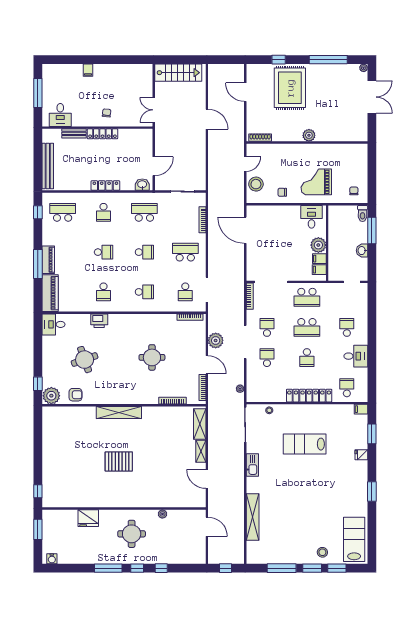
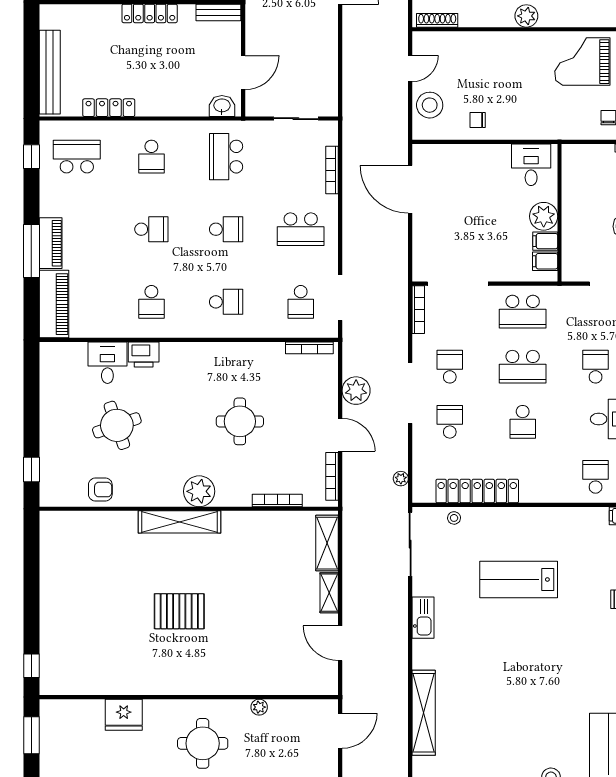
bench: (74, 133) -> (218, 12), moved
grand piano: (316, 182) -> (582, 62), moved
locker: (105, 186) -> (109, 108), moved
school desk: (144, 212) -> (226, 157), turned -90
school desk: (185, 252) -> (301, 229), turned 180
desk: (53, 324) -> (107, 363), moved, turned 90
plant: (51, 396) -> (199, 491), moved
locker: (309, 396) -> (477, 491), moved
door: (207, 527) -> (340, 731), hinge flipped

